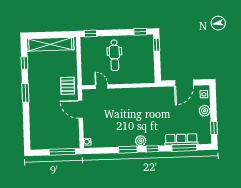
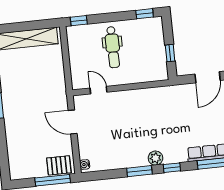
window: (157, 45) -> (170, 53), moved
pallet: (68, 86) -> (59, 165), moved, turned 90

